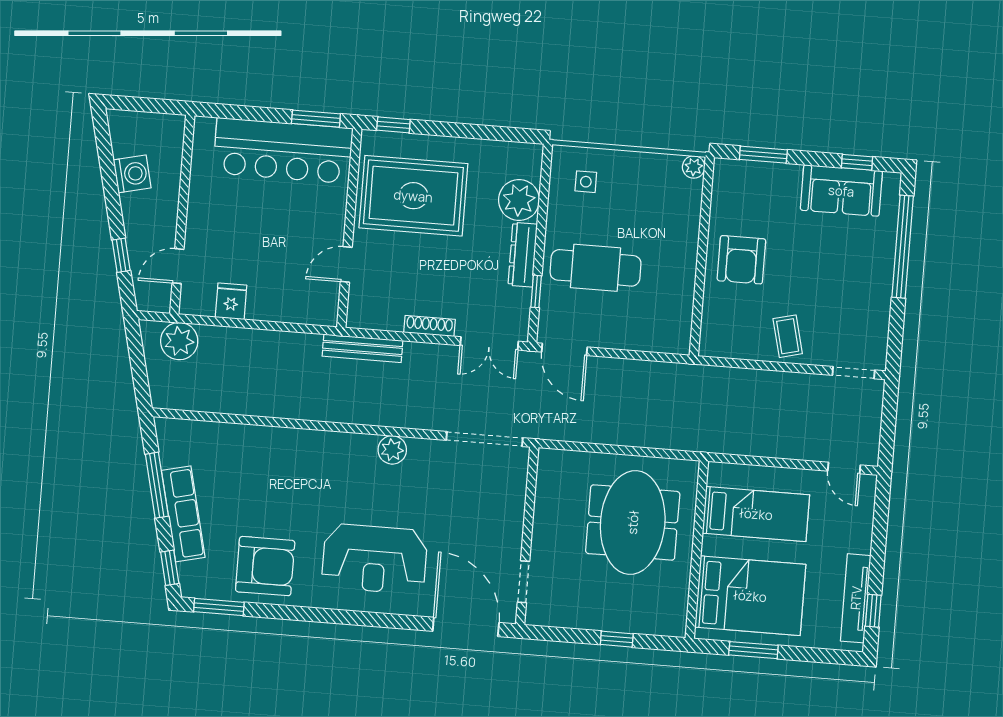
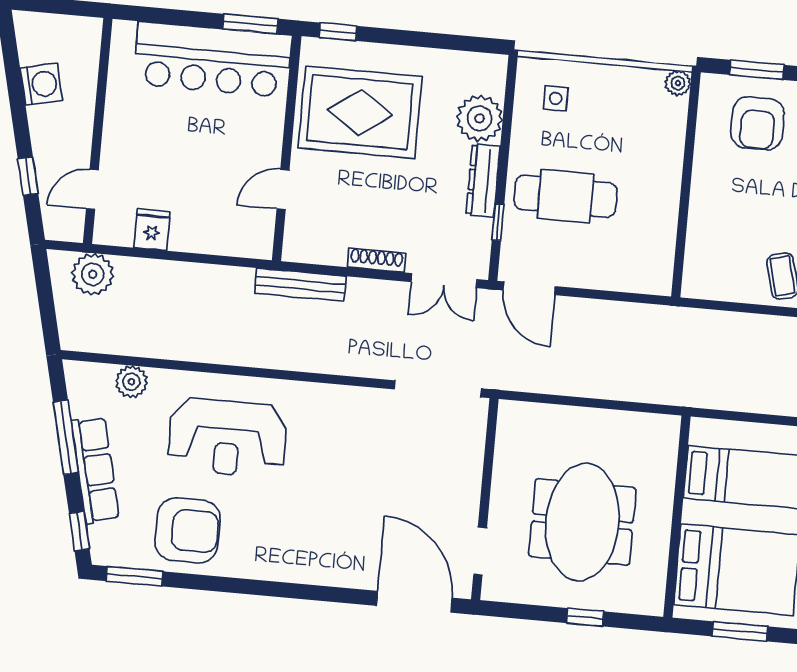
armchair: (741, 260) -> (758, 123), moved
plant: (392, 450) -> (131, 382), moved
meeting table: (633, 522) -> (582, 522), moved
reception desk: (375, 559) -> (227, 438), moved

